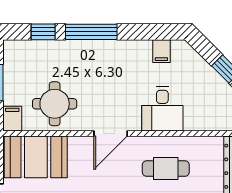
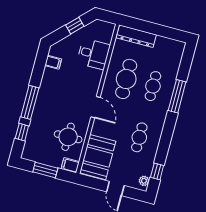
desk: (162, 109) -> (93, 54), moved
cafe table: (166, 169) -> (126, 79), width x1.37, depth x1.35

